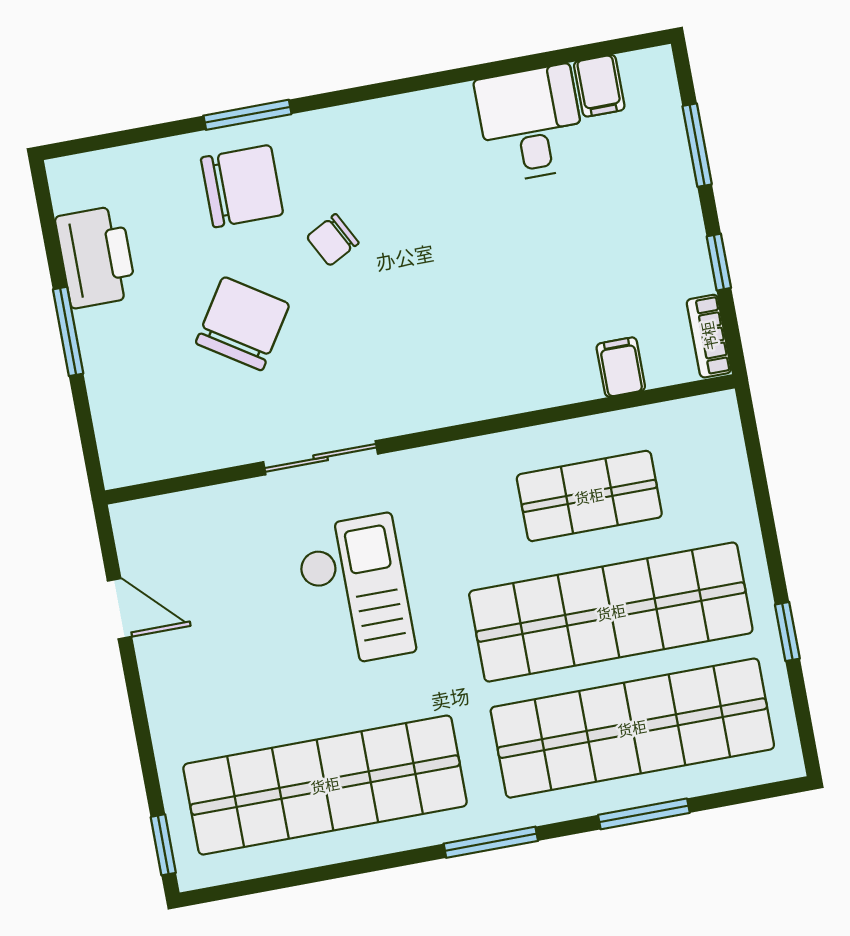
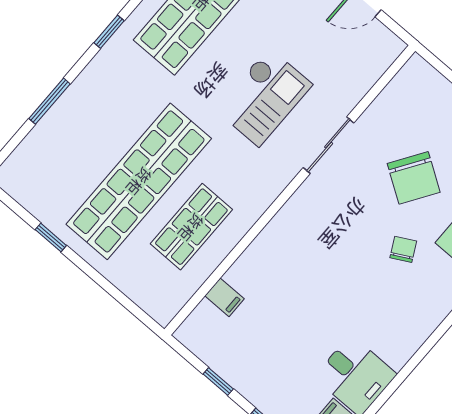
bookcase: (709, 336) -> (196, 344), removed
checkout: (355, 591) -> (264, 97), turned -90
shop shelf: (632, 728) -> (86, 136), removed
window: (491, 842) -> (109, 32), width x0.67

